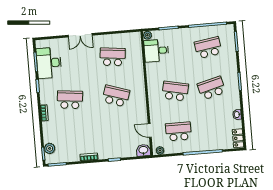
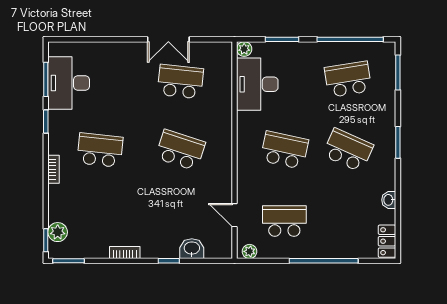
double door: (80, 35) -> (168, 39), moved
desk: (156, 51) -> (257, 84), width x1.37
school desk: (211, 88) -> (348, 150), turned 39
washbasin: (143, 150) -> (192, 249), moved

